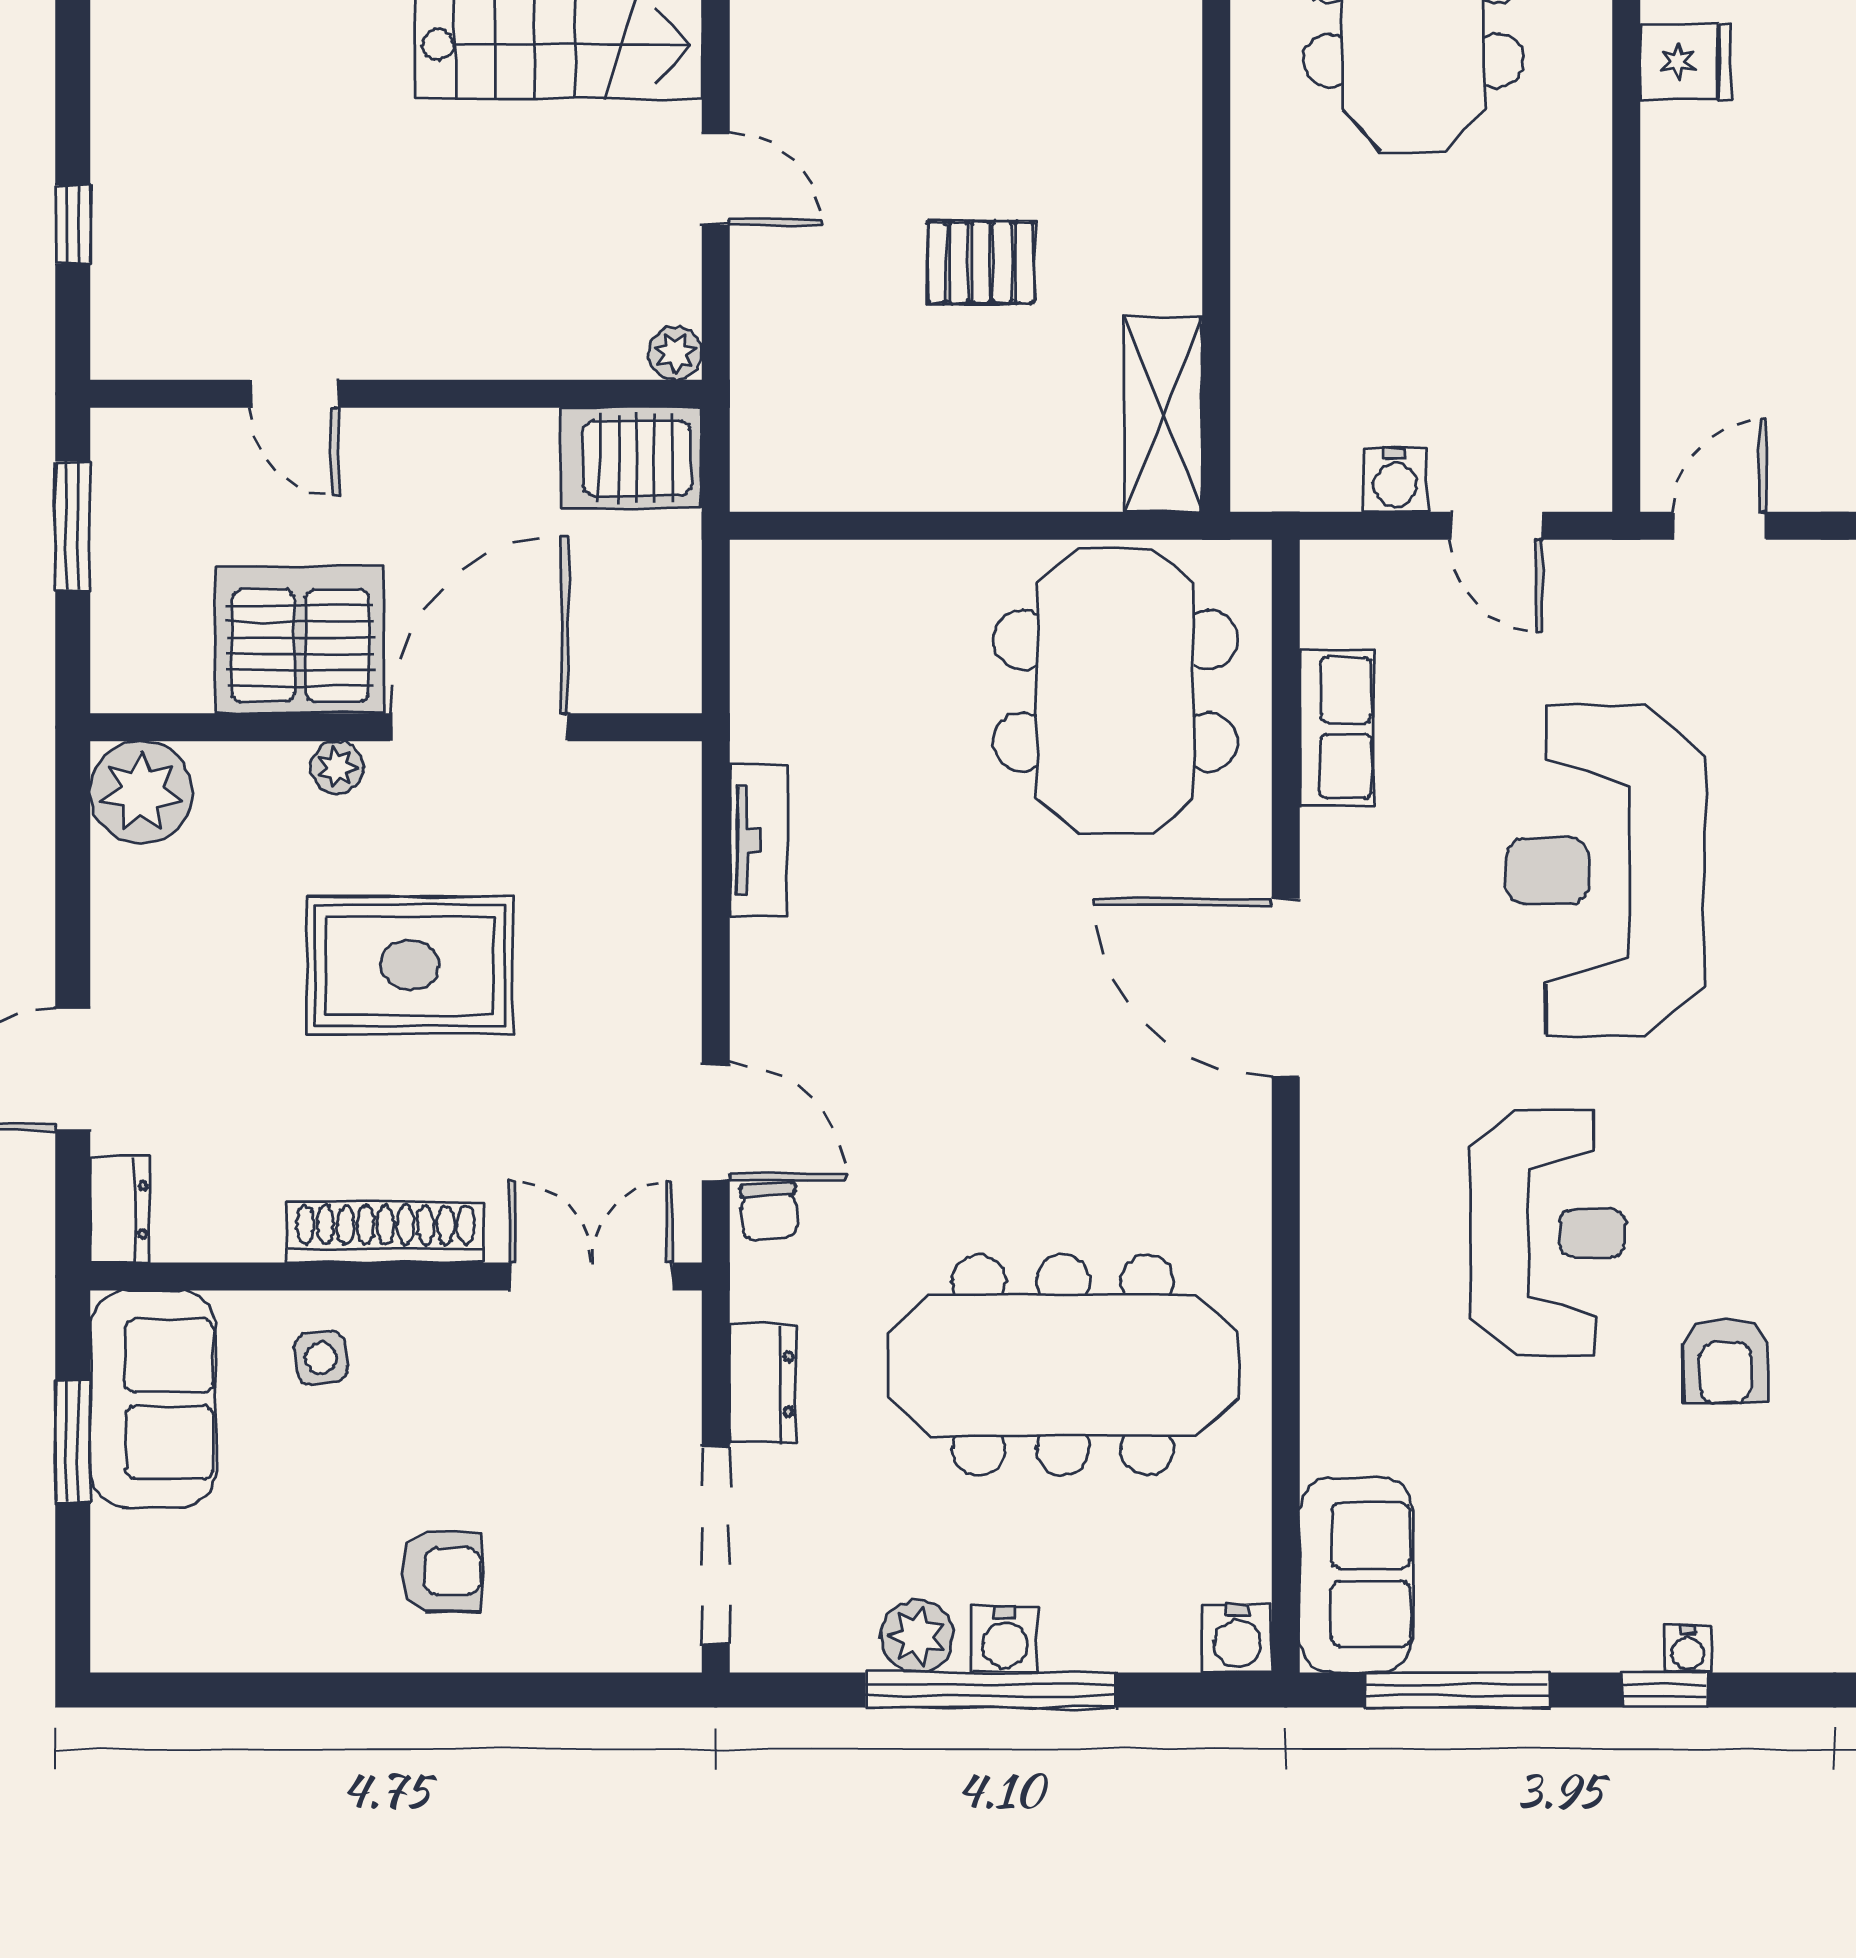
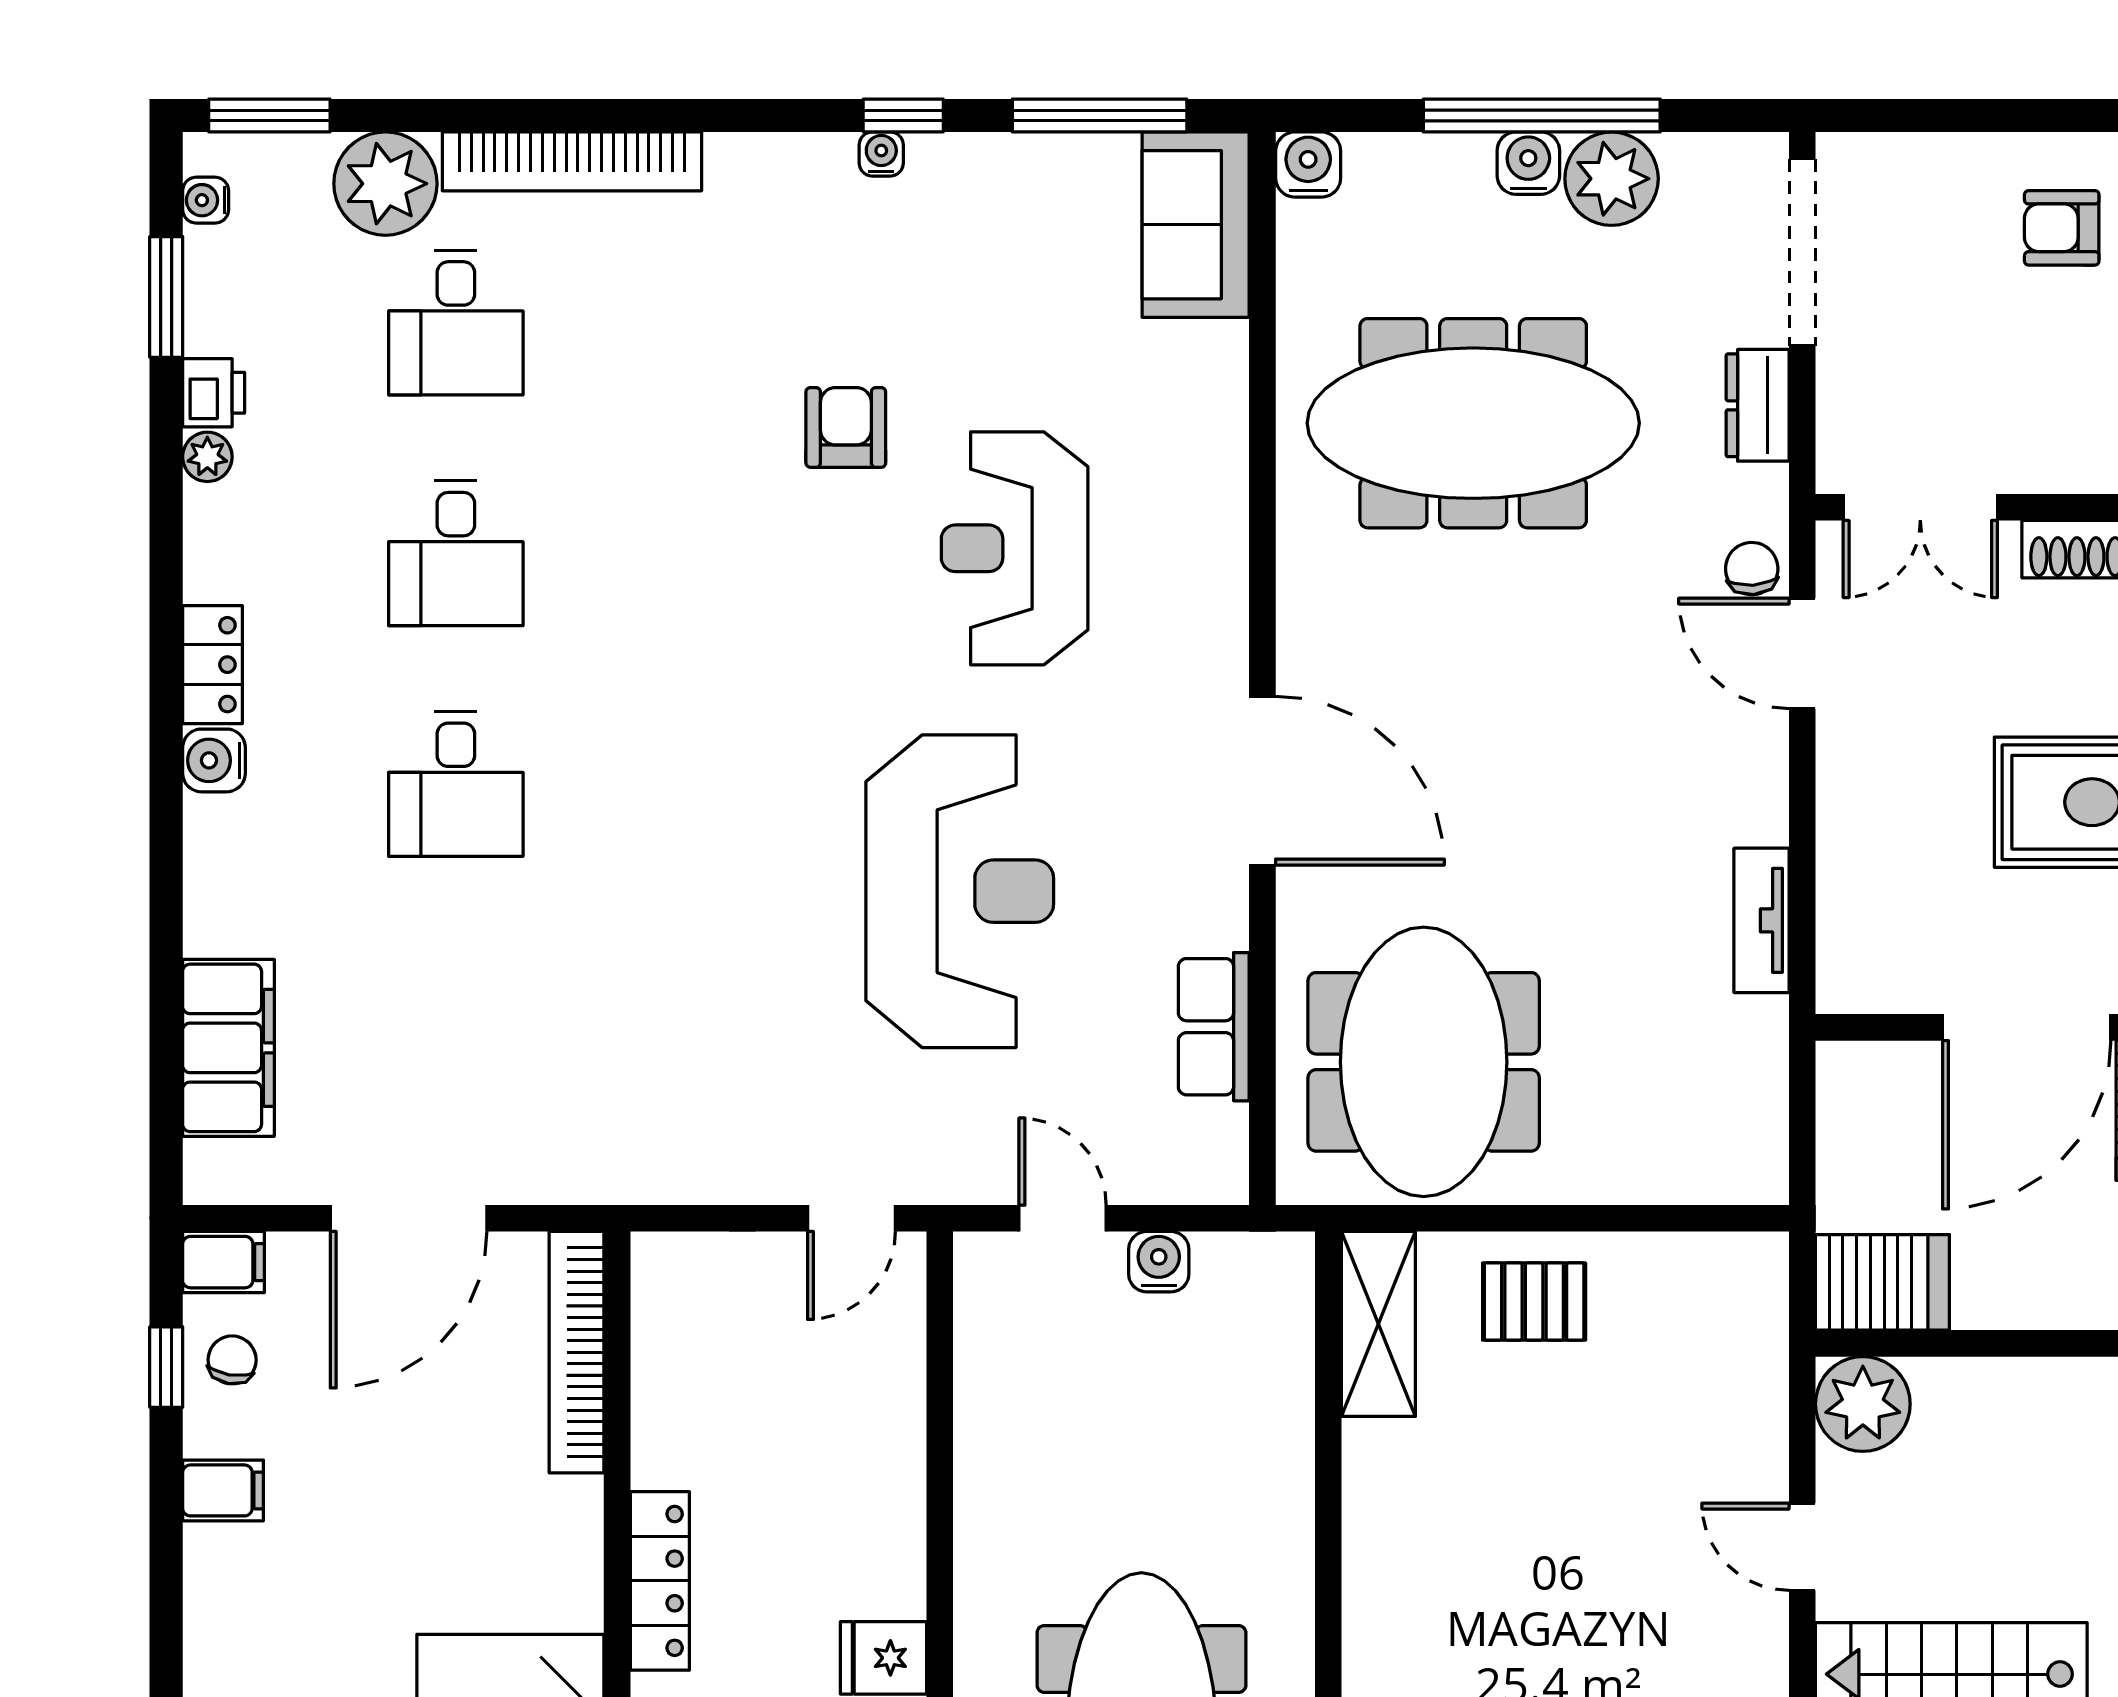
pallet: (981, 262) -> (1534, 1302), moved
plant: (675, 353) -> (1863, 1404), width x1.87, depth x1.87
plant: (917, 1636) -> (1612, 179), width x1.36, depth x1.36

